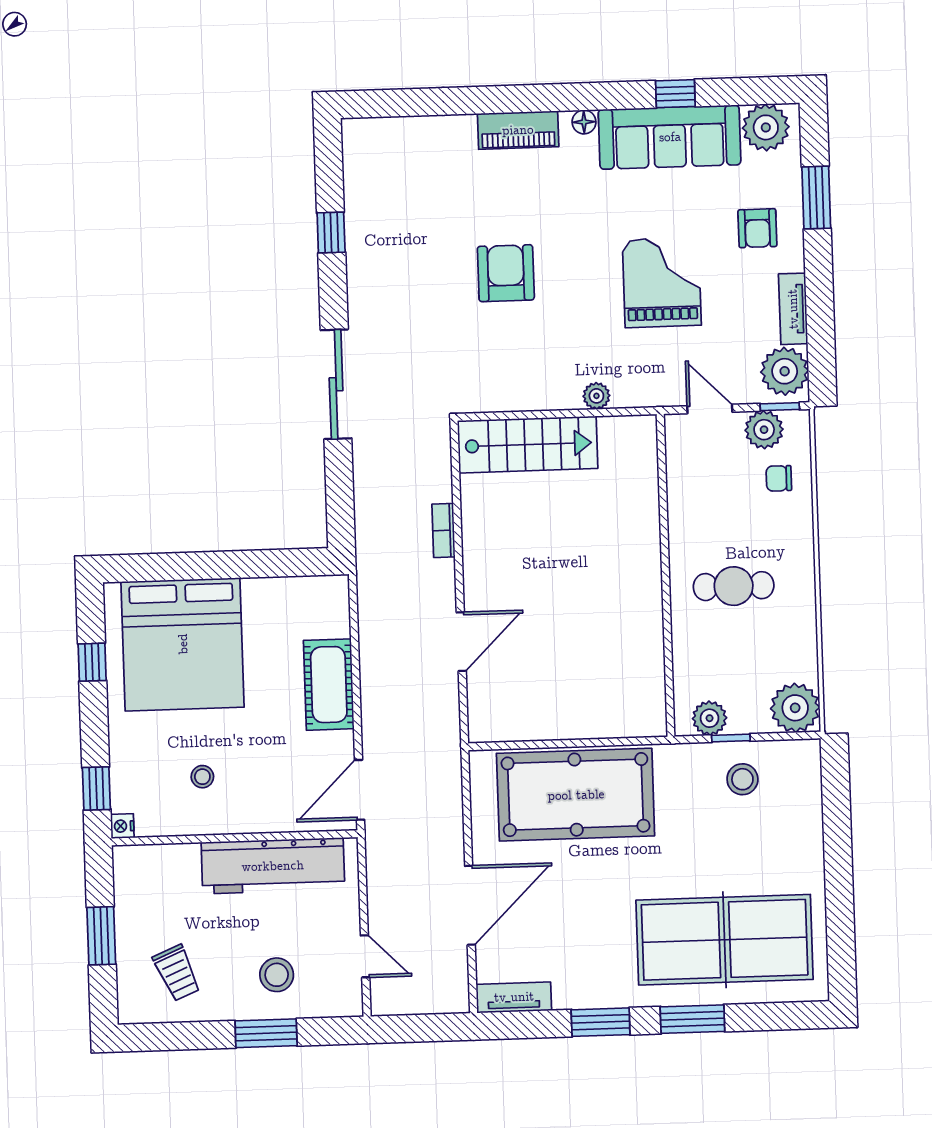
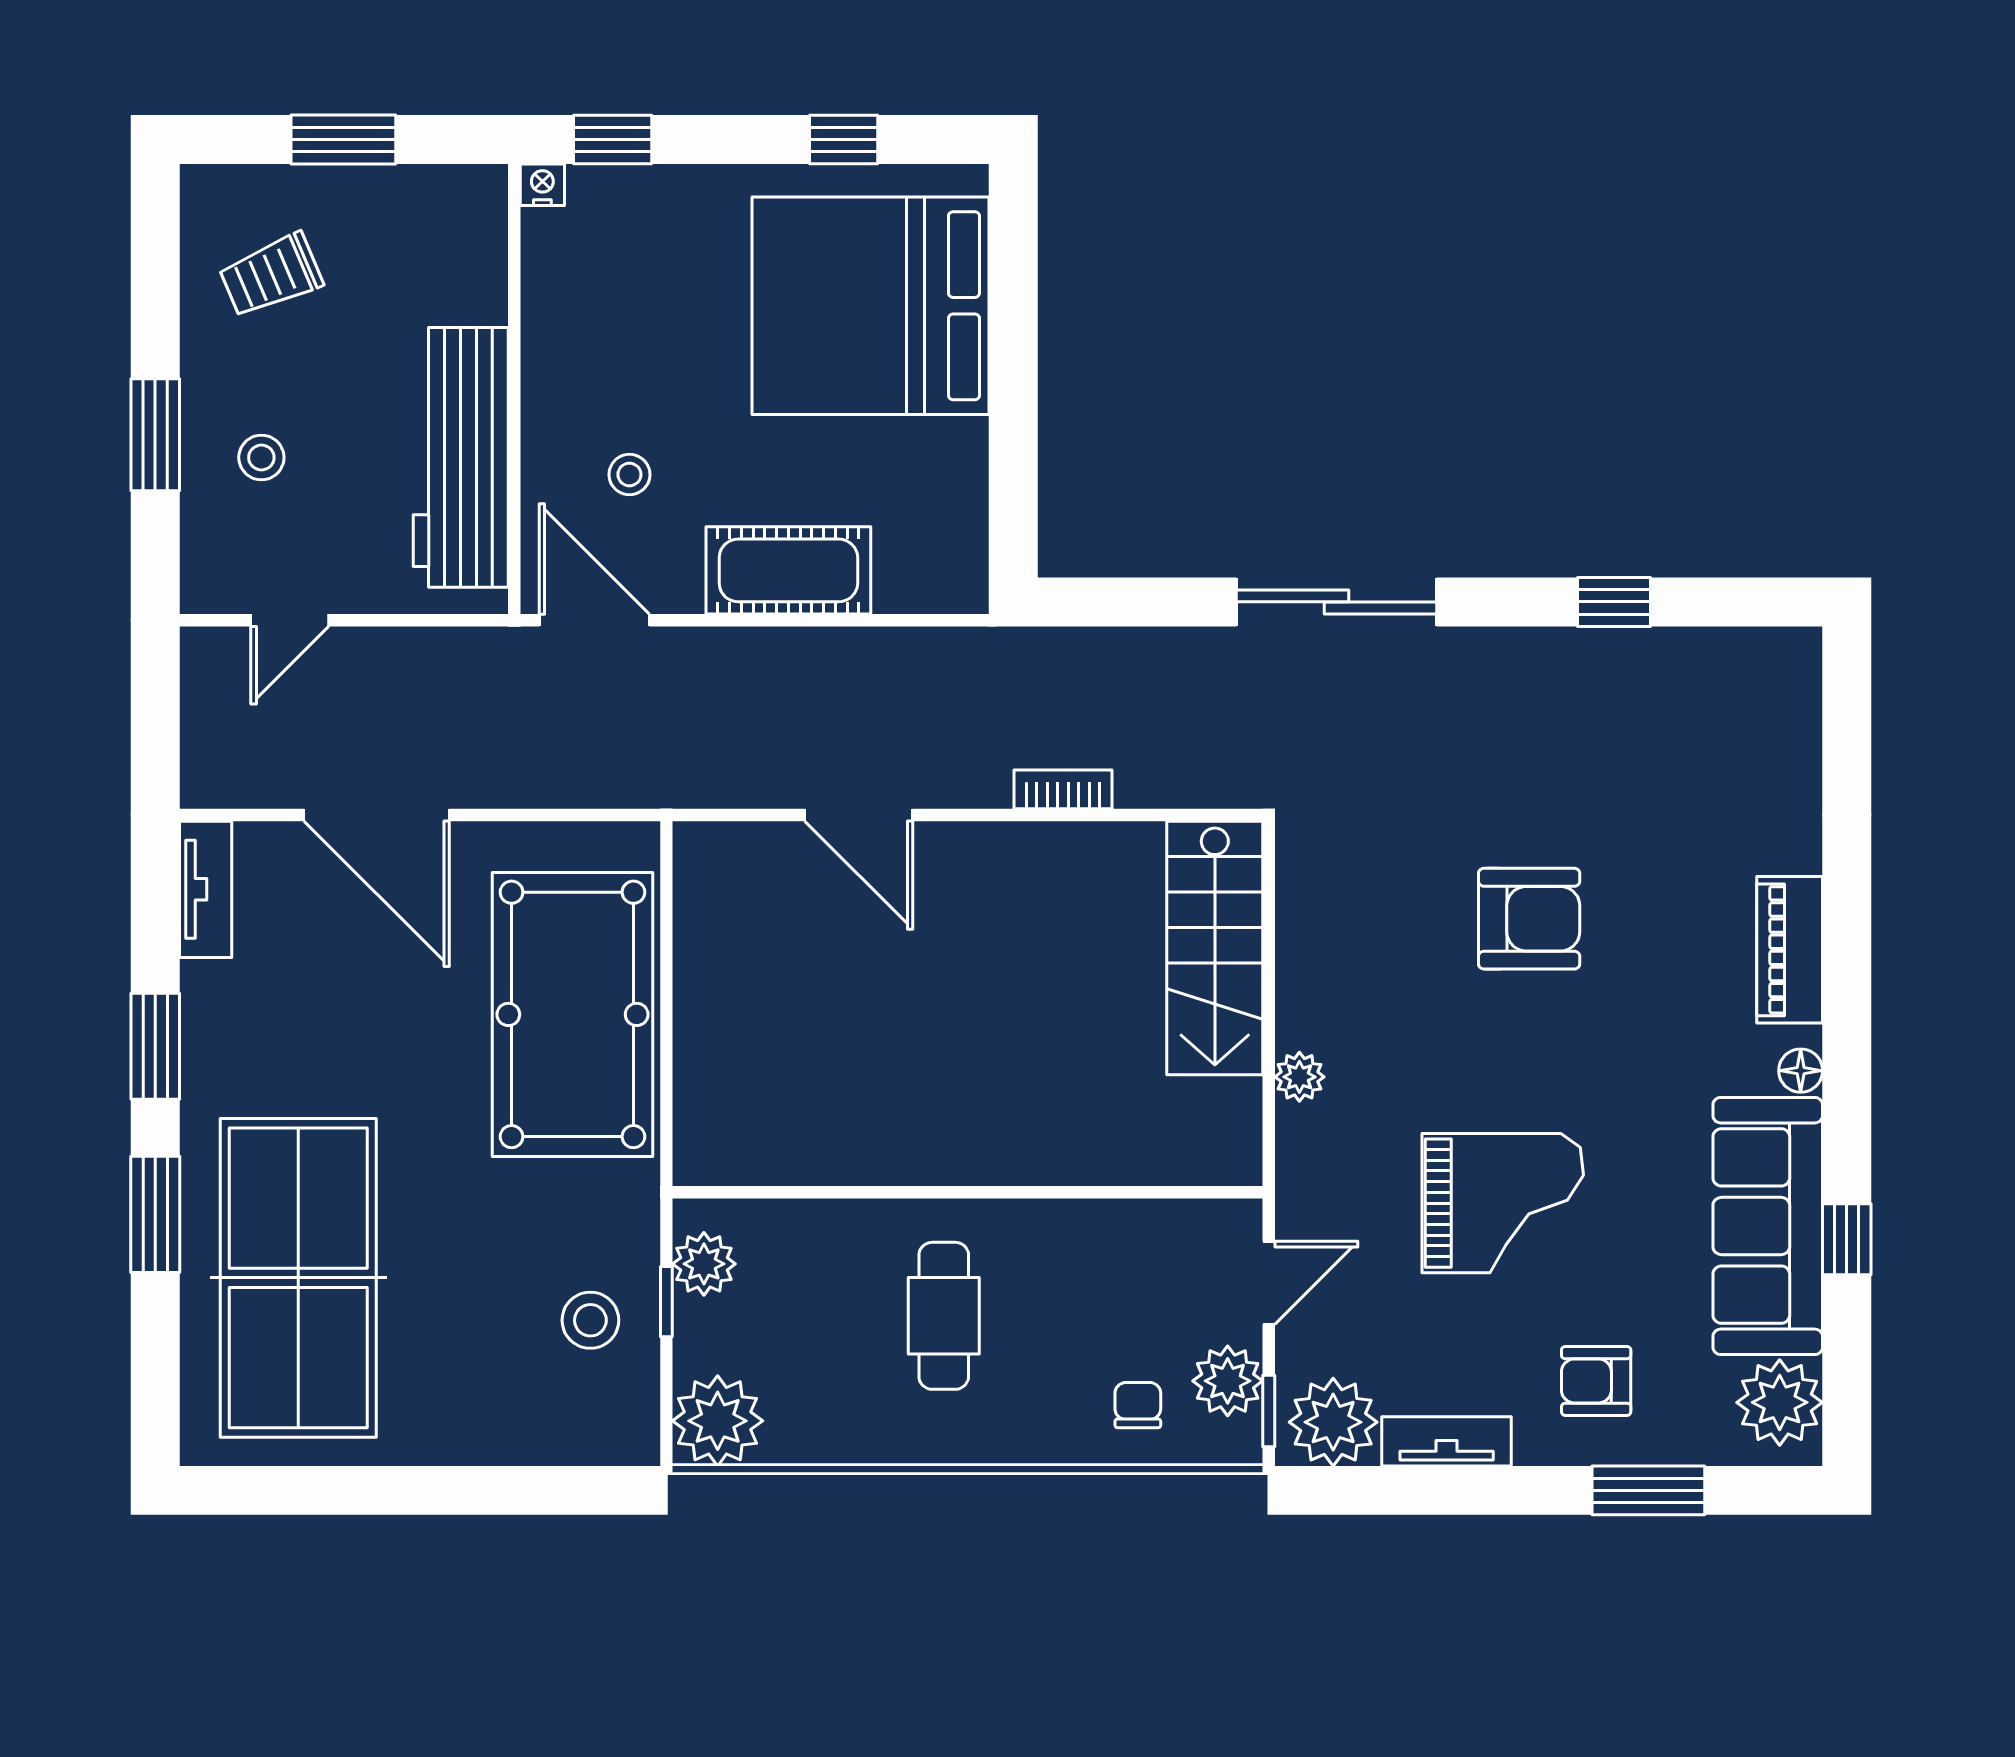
stool: (202, 777) -> (629, 475), moved
stool: (277, 975) -> (261, 457), width x0.73, depth x0.73

